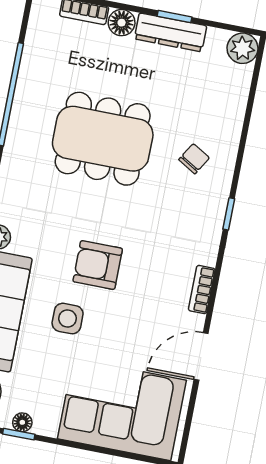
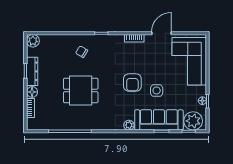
dining table: (103, 139) -> (81, 90), width x0.73
door: (201, 356) -> (161, 33), swing flipped

